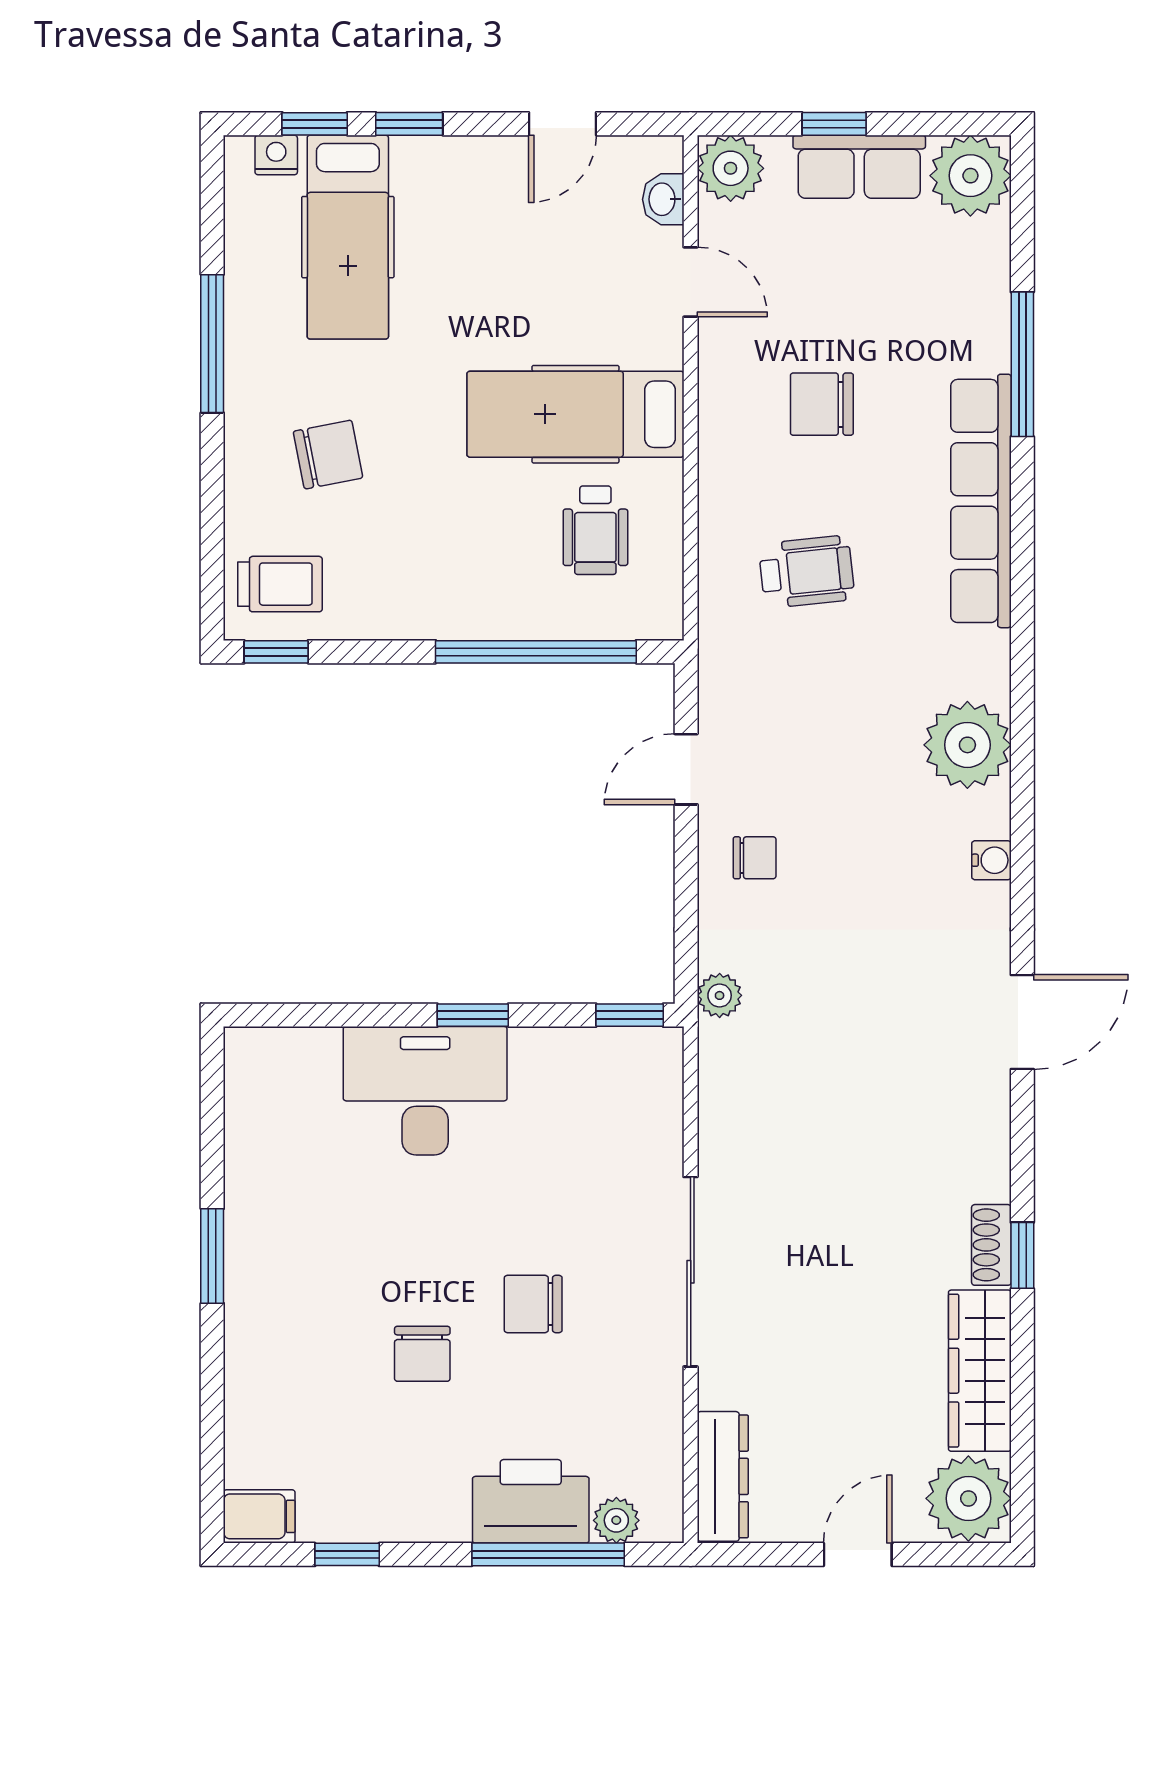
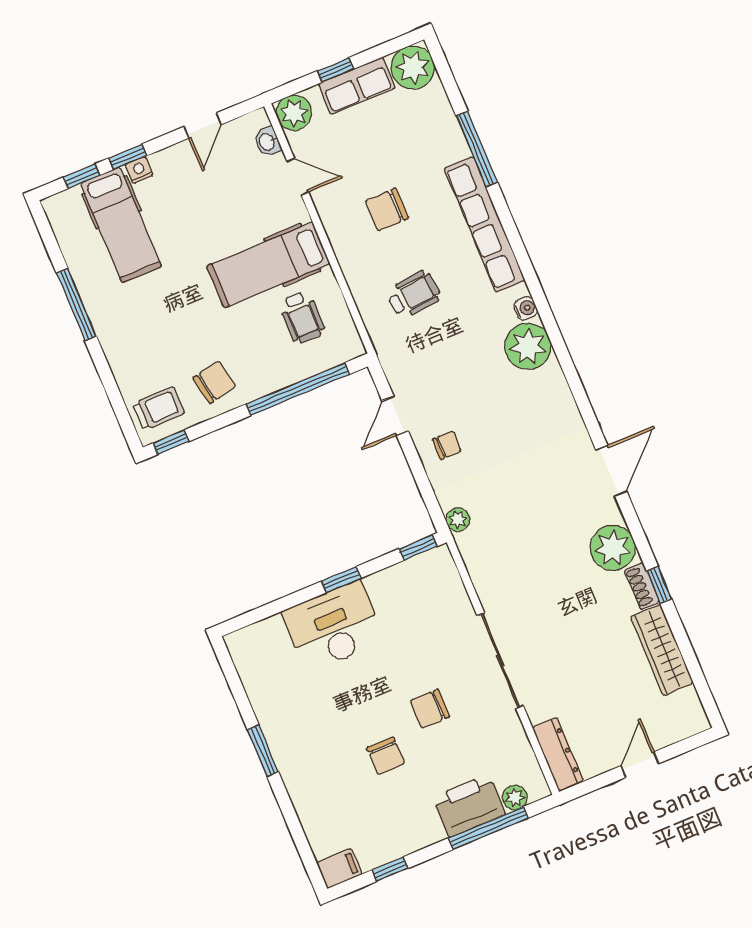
nightstand: (276, 155) -> (139, 170), moved
chair: (328, 455) -> (214, 382), moved
water cooler: (991, 860) -> (526, 308), moved
plant: (968, 1498) -> (613, 548), moved

